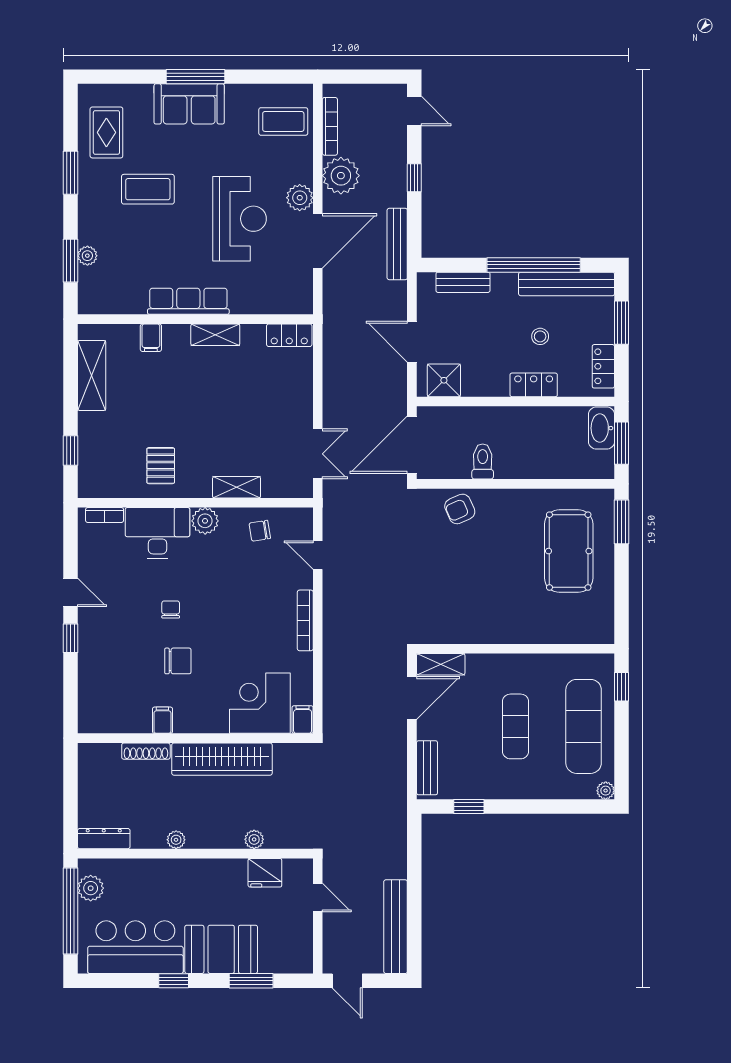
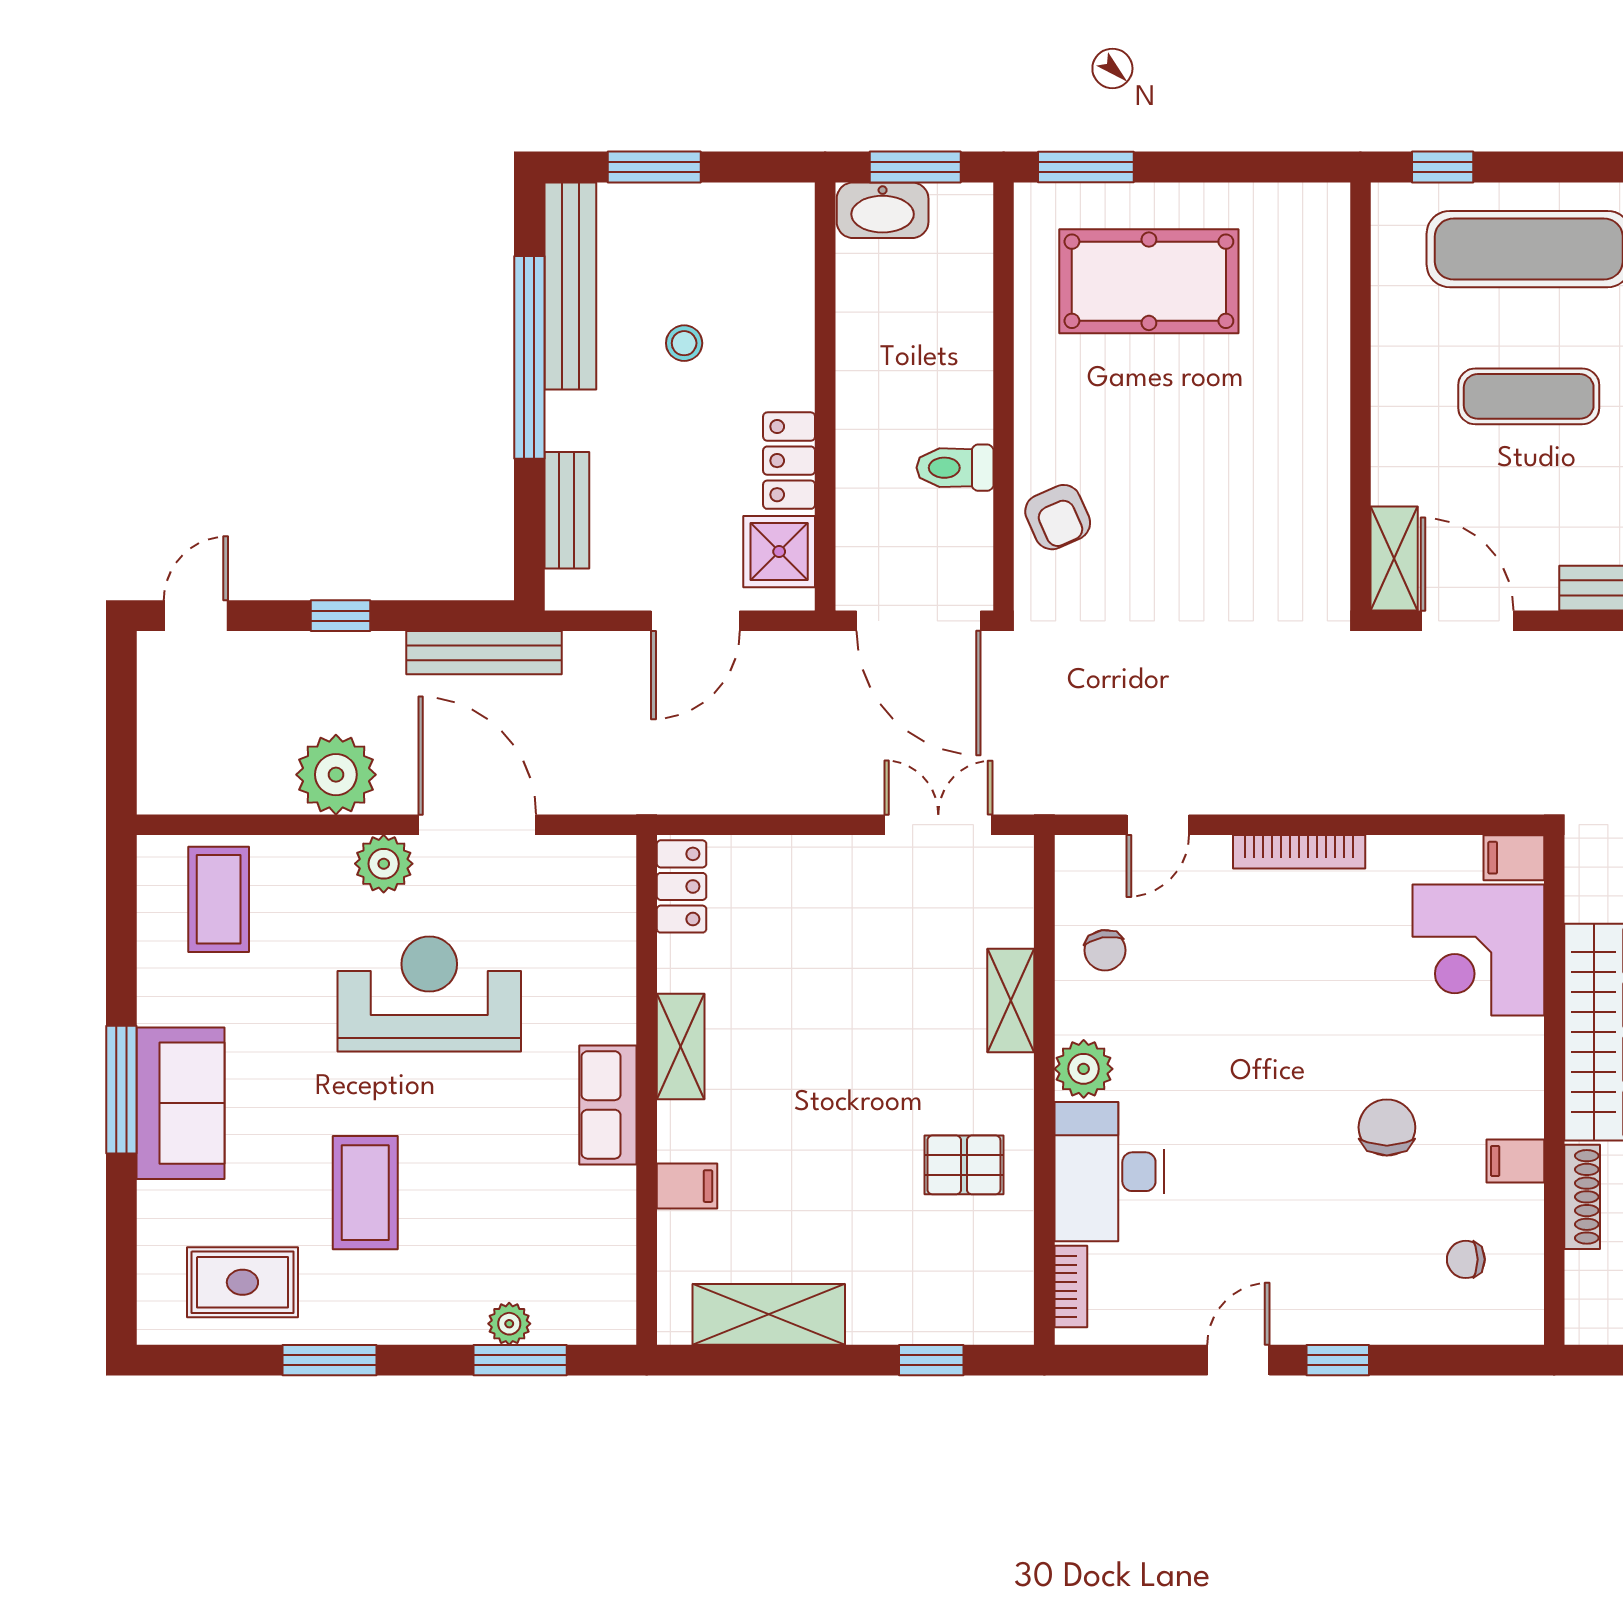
bookcase: (330, 126) -> (229, 798), removed
row of seats: (188, 301) -> (608, 1105), width x0.68
locker: (603, 366) -> (749, 206), removed
locker: (534, 385) -> (789, 461), moved
chair: (171, 610) -> (1466, 1259), moved

